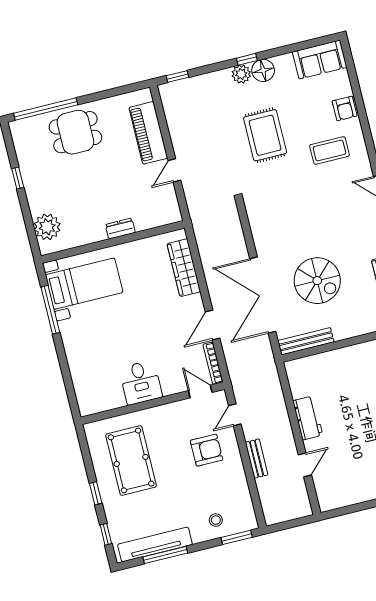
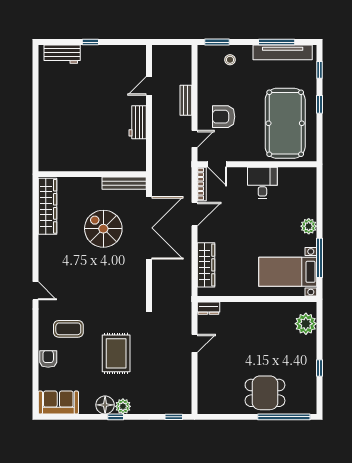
piano: (148, 133) -> (208, 378), removed
dresser: (120, 229) -> (208, 308), moved
plant: (73, 344) -> (309, 226), added
pool table: (131, 460) -> (285, 123), width x1.36, depth x1.32

